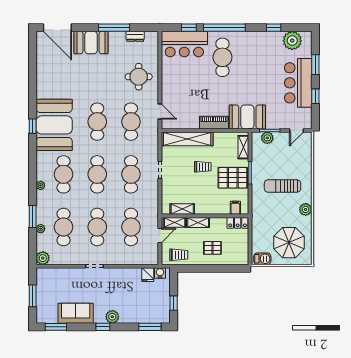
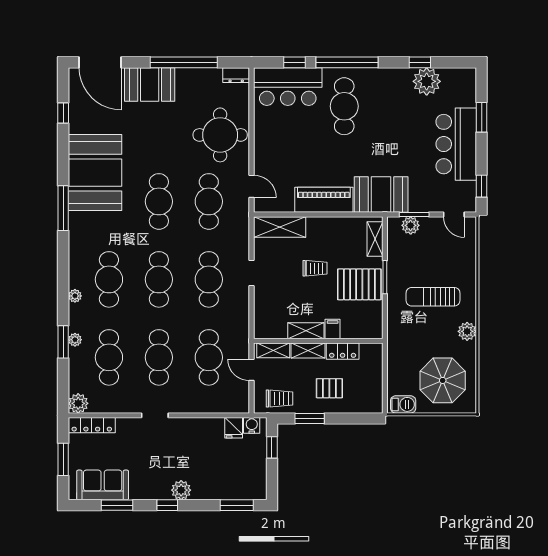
window: (114, 28) -> (184, 62), width x1.46
dresser: (135, 36) -> (236, 75), moved
plant: (292, 41) -> (427, 81), moved
window: (33, 62) -> (63, 113), added
round table: (139, 77) -> (220, 135), width x1.36, depth x1.36
window: (315, 96) -> (482, 186), moved
piano: (214, 123) -> (324, 200), width x1.37, depth x1.33
booth: (54, 125) -> (95, 173), moved
window: (33, 126) -> (63, 208), width x2.17
door: (297, 130) -> (454, 214), hinge flipped
shelving: (187, 139) -> (280, 227), width x0.68
filing cabinet: (235, 208) -> (333, 329), moved
shelving: (182, 209) -> (306, 331), moved
locker: (238, 223) -> (343, 351), moved
plant: (41, 229) -> (75, 340), moved
door: (160, 235) -> (252, 370), swing flipped
window: (199, 268) -> (310, 418), added
locker: (52, 273) -> (92, 425), added
window: (174, 303) -> (272, 447), moved
sofa: (76, 313) -> (103, 485), moved
window: (56, 327) -> (117, 505), moved

